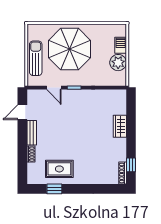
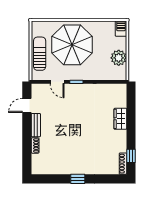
barbecue: (121, 45) -> (121, 29), moved
rug: (59, 169) -> (62, 160), removed
window: (54, 189) -> (78, 179), moved

